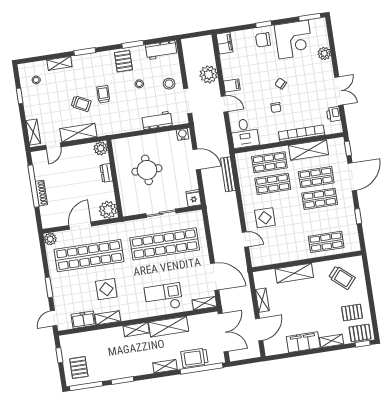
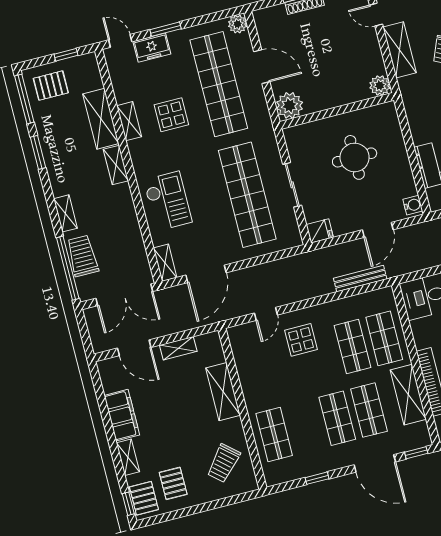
dresser: (106, 173) -> (344, 98), removed
freezer: (83, 320) -> (152, 48), moved, turned 90
shelving: (169, 327) -> (101, 119), moved

